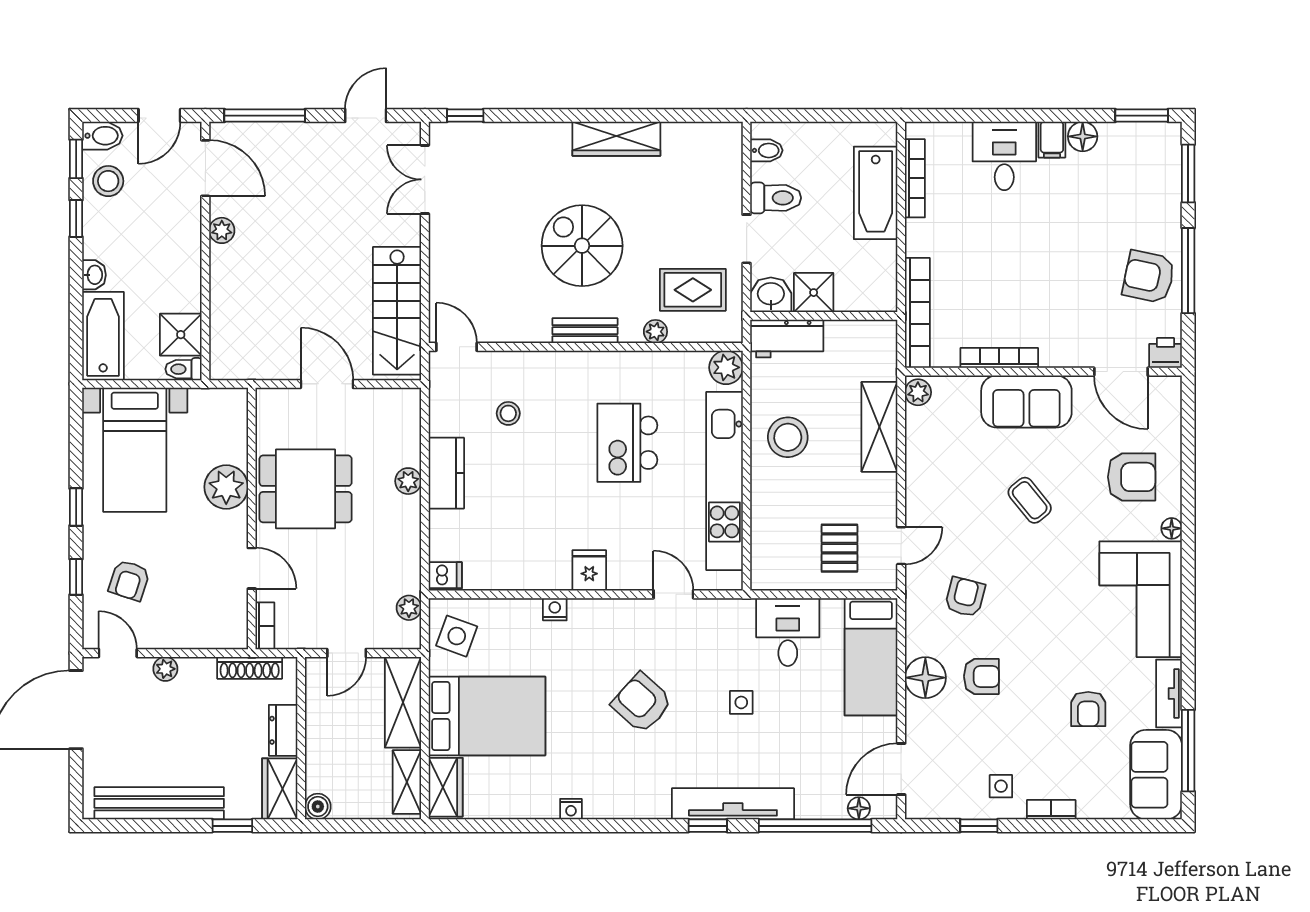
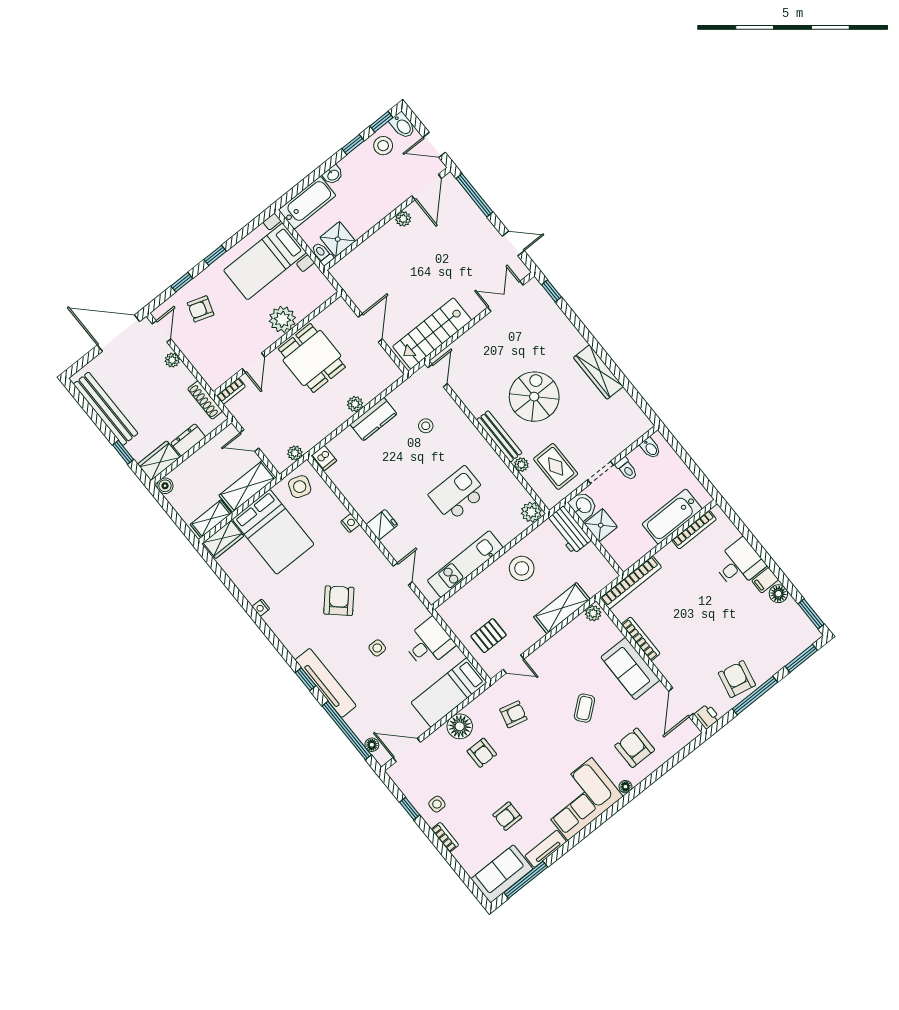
toilet: (776, 198) -> (627, 469), width x0.73, depth x0.72
bench: (585, 331) -> (499, 436), width x1.36
armchair: (1132, 477) -> (635, 748), turned 180
kitchen unit: (724, 481) -> (465, 564), width x0.73

